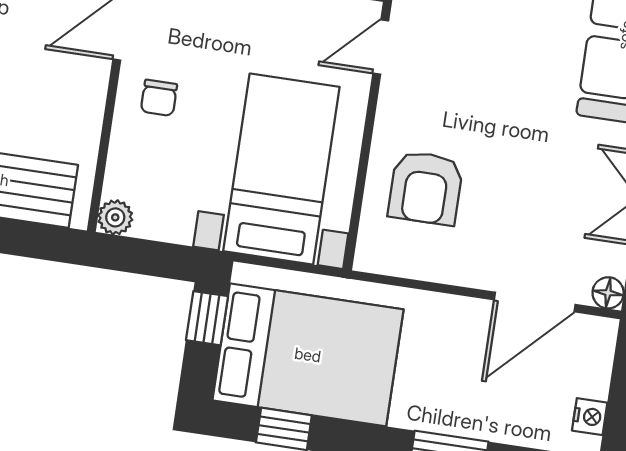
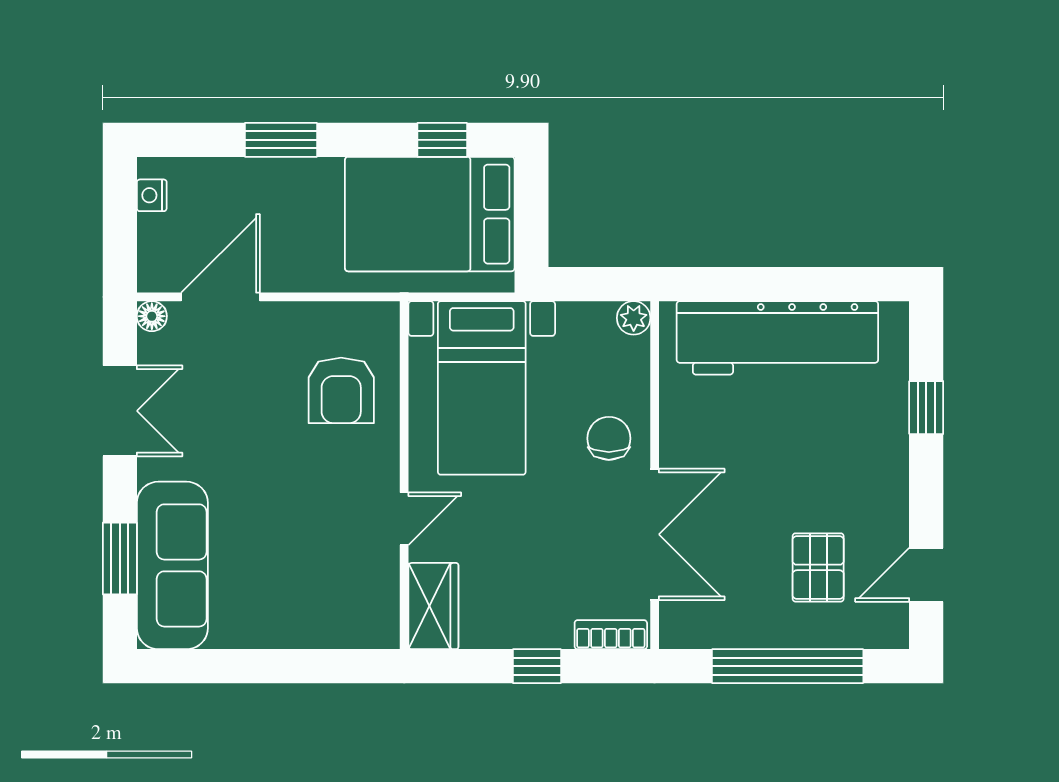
chair: (159, 98) -> (609, 438), width x1.37, depth x1.37
armchair: (426, 188) -> (341, 390), turned 180
window: (207, 318) -> (532, 235), removed

